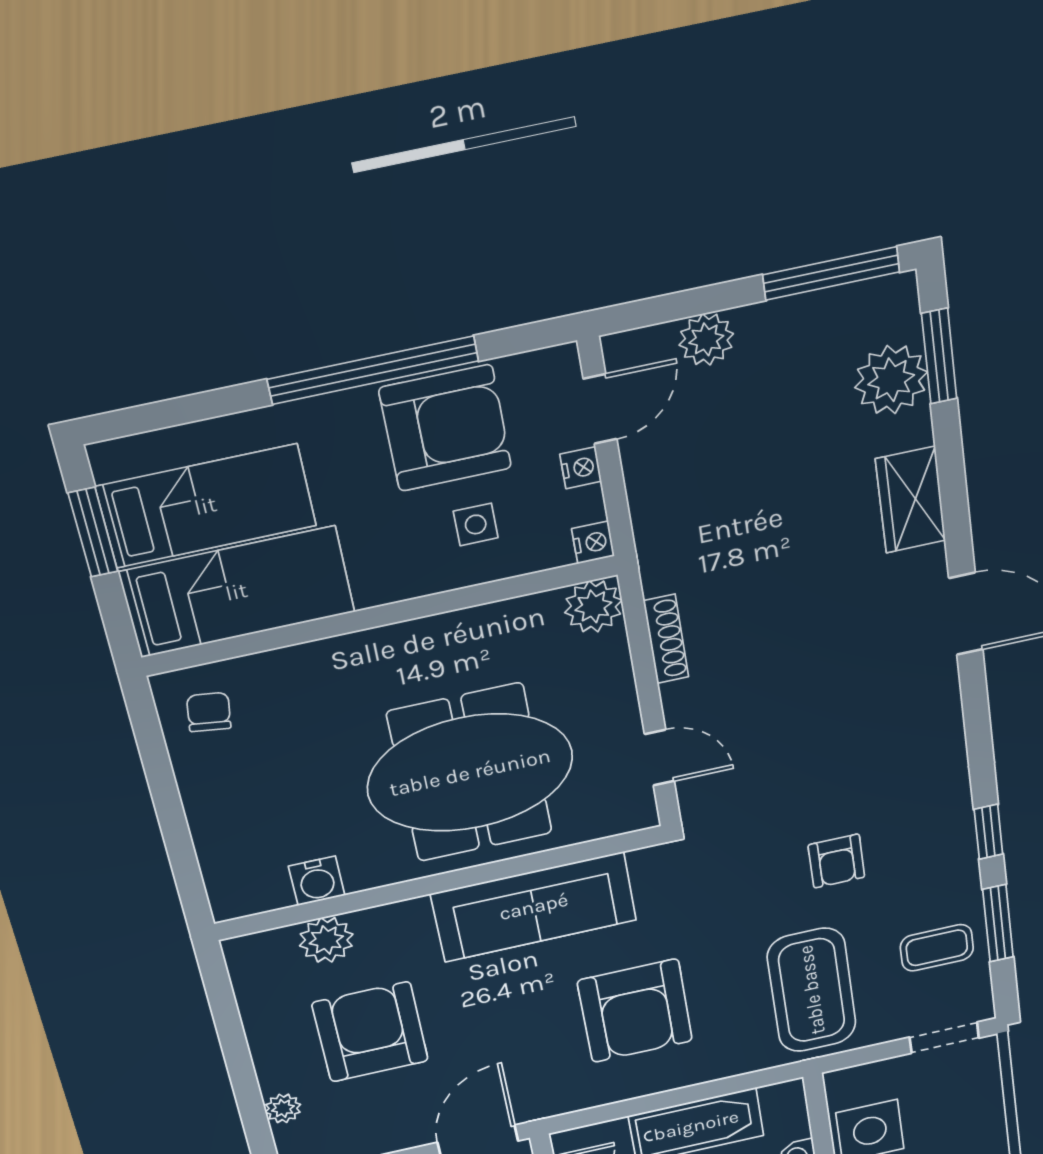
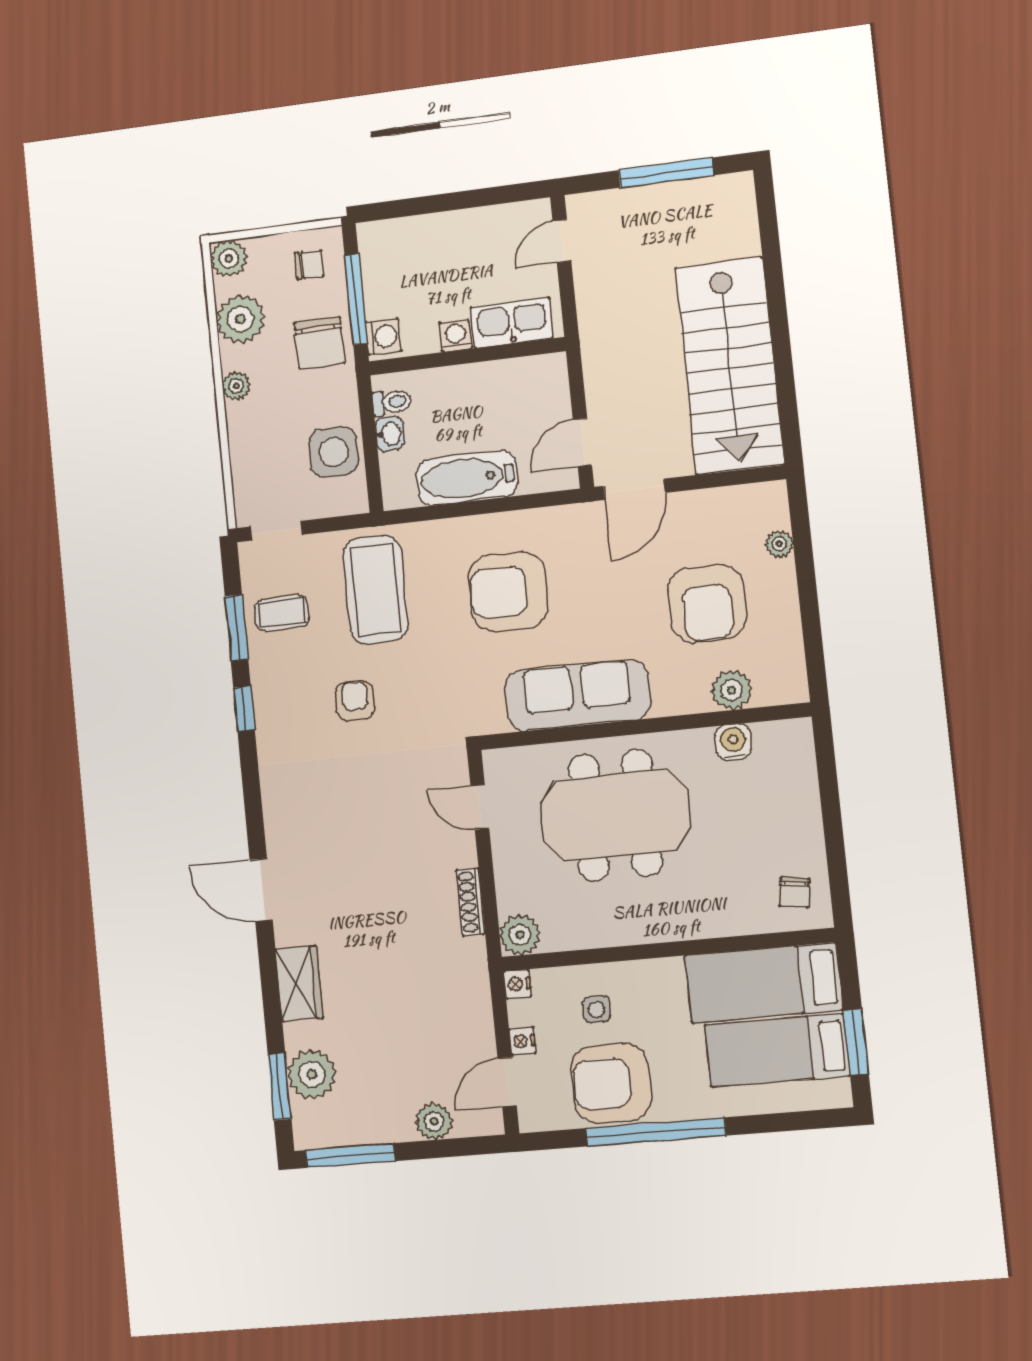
armchair: (635, 1011) -> (508, 592), turned -89

